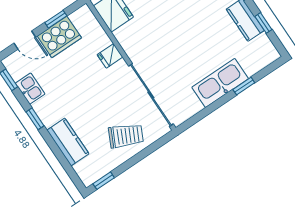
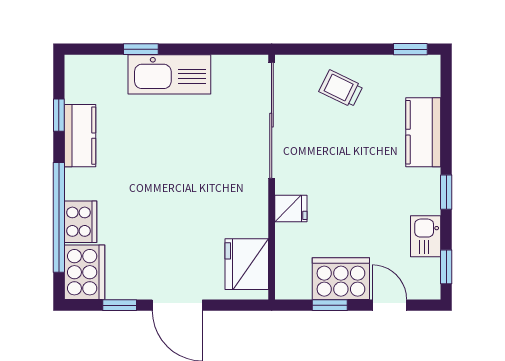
trolley: (126, 136) -> (341, 89), width x0.73, depth x0.72

